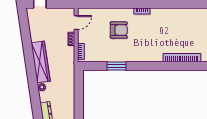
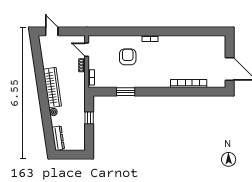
door: (76, 23) -> (87, 50), swing flipped
armchair: (119, 30) -> (128, 57), turned -90
window: (79, 93) -> (89, 118), added

